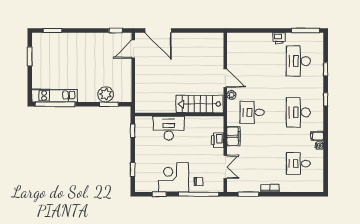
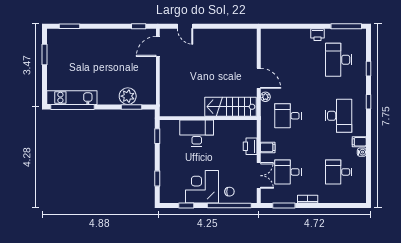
door: (158, 30) -> (185, 26), width x0.53
desk: (298, 112) -> (339, 116), turned 180
filing cabinet: (234, 136) -> (268, 147), width x0.50
desk: (252, 164) -> (288, 172), added

